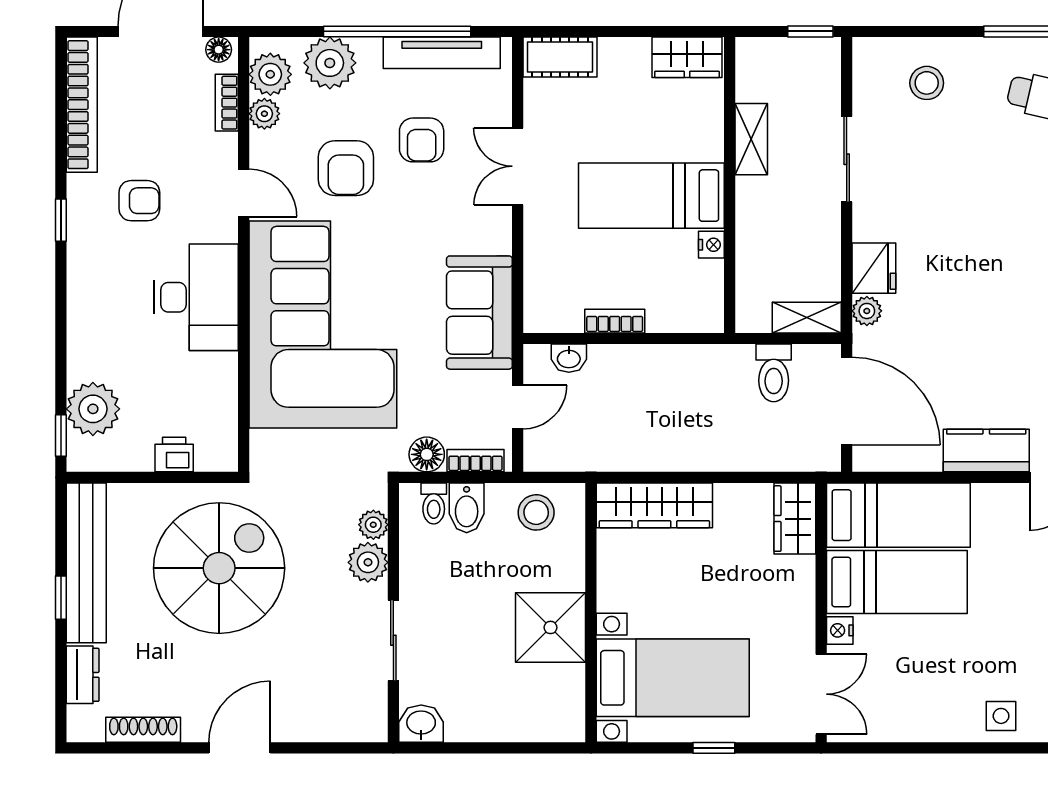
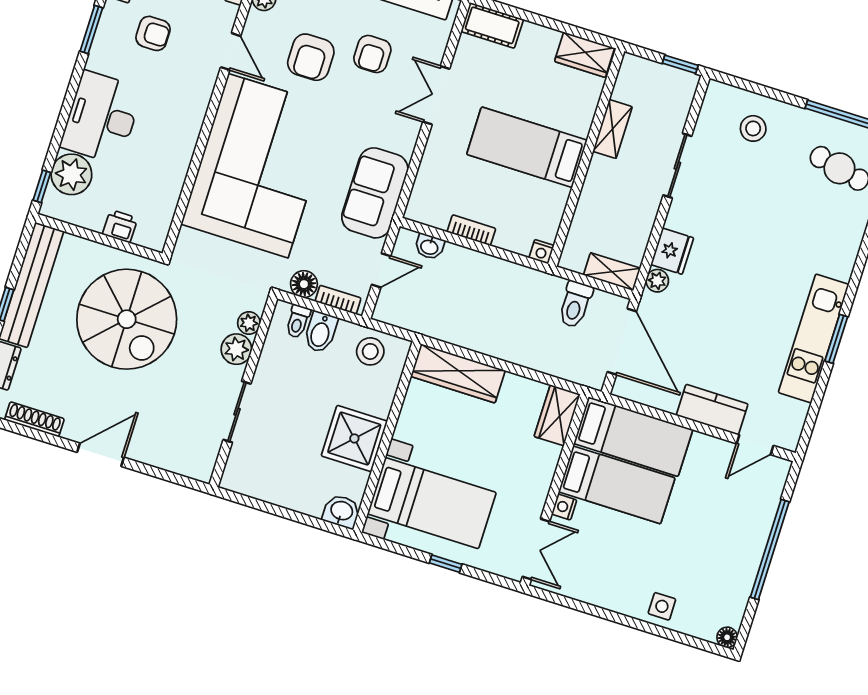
window: (61, 220) -> (91, 30), width x1.50
nightstand: (711, 245) -> (541, 252), moved, turned 90
desk: (196, 297) -> (102, 118), moved, turned 180
spiral stairs: (219, 568) -> (127, 319), turned 90
washbasin: (421, 724) -> (341, 511), moved

